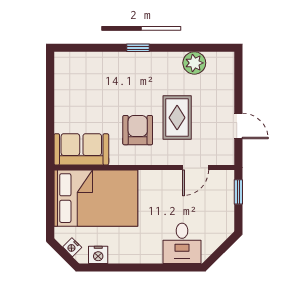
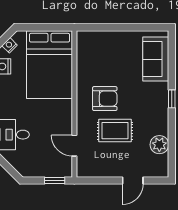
door: (238, 126) -> (133, 180), moved
sofa: (81, 149) -> (156, 59), moved, turned 180

